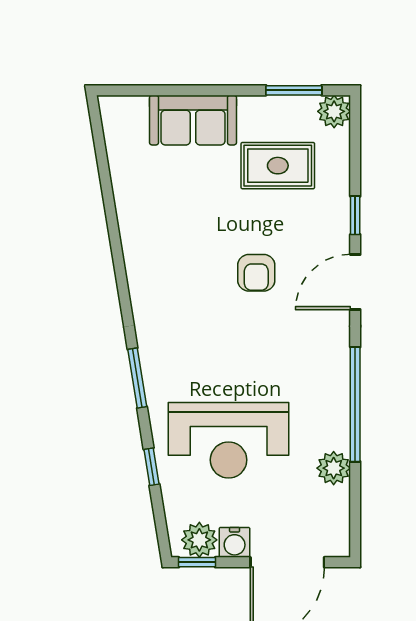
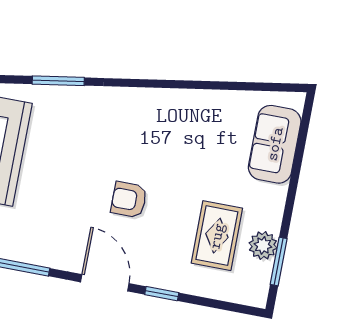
plant: (334, 111) -> (263, 245), moved
sofa: (193, 120) -> (275, 144), moved

